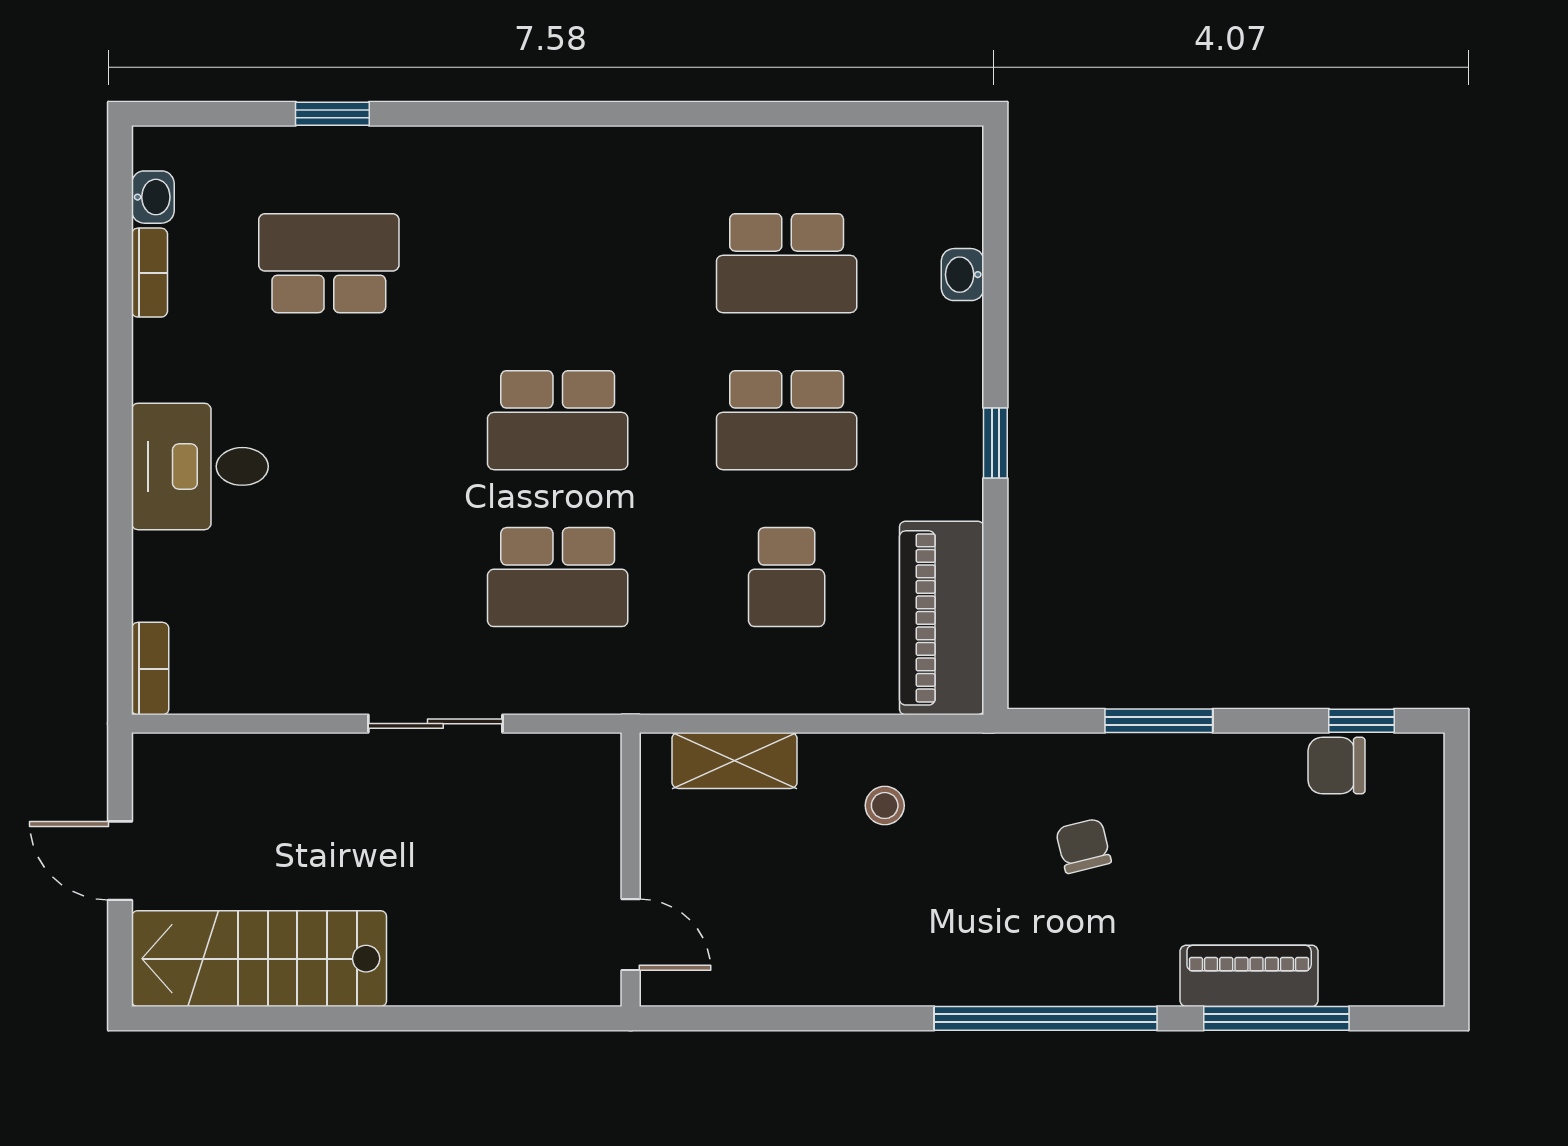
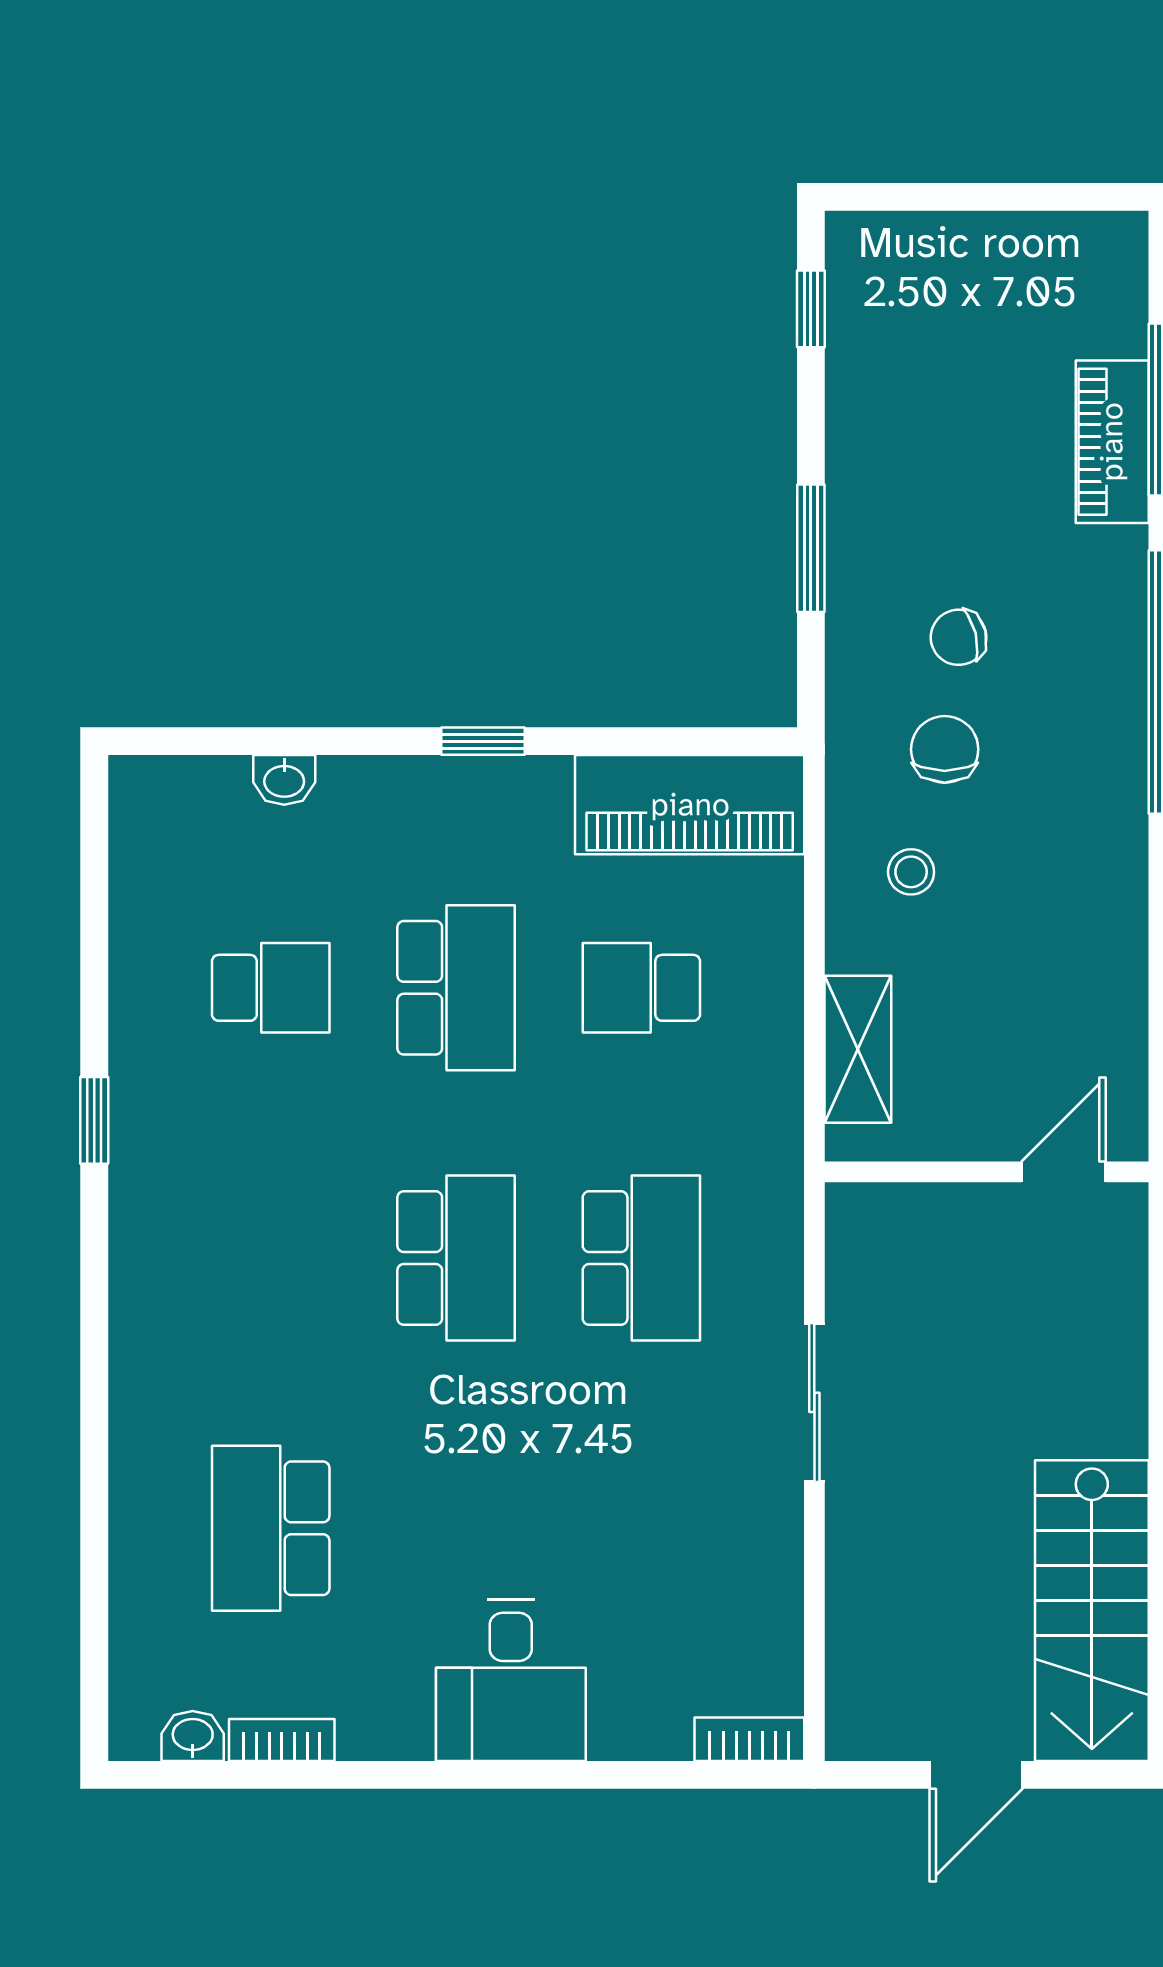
window: (332, 114) -> (94, 1120), moved
school desk: (787, 263) -> (271, 988), width x0.54
school desk: (787, 577) -> (641, 988), turned 180
chair: (1337, 766) -> (945, 749), moved, turned 180

